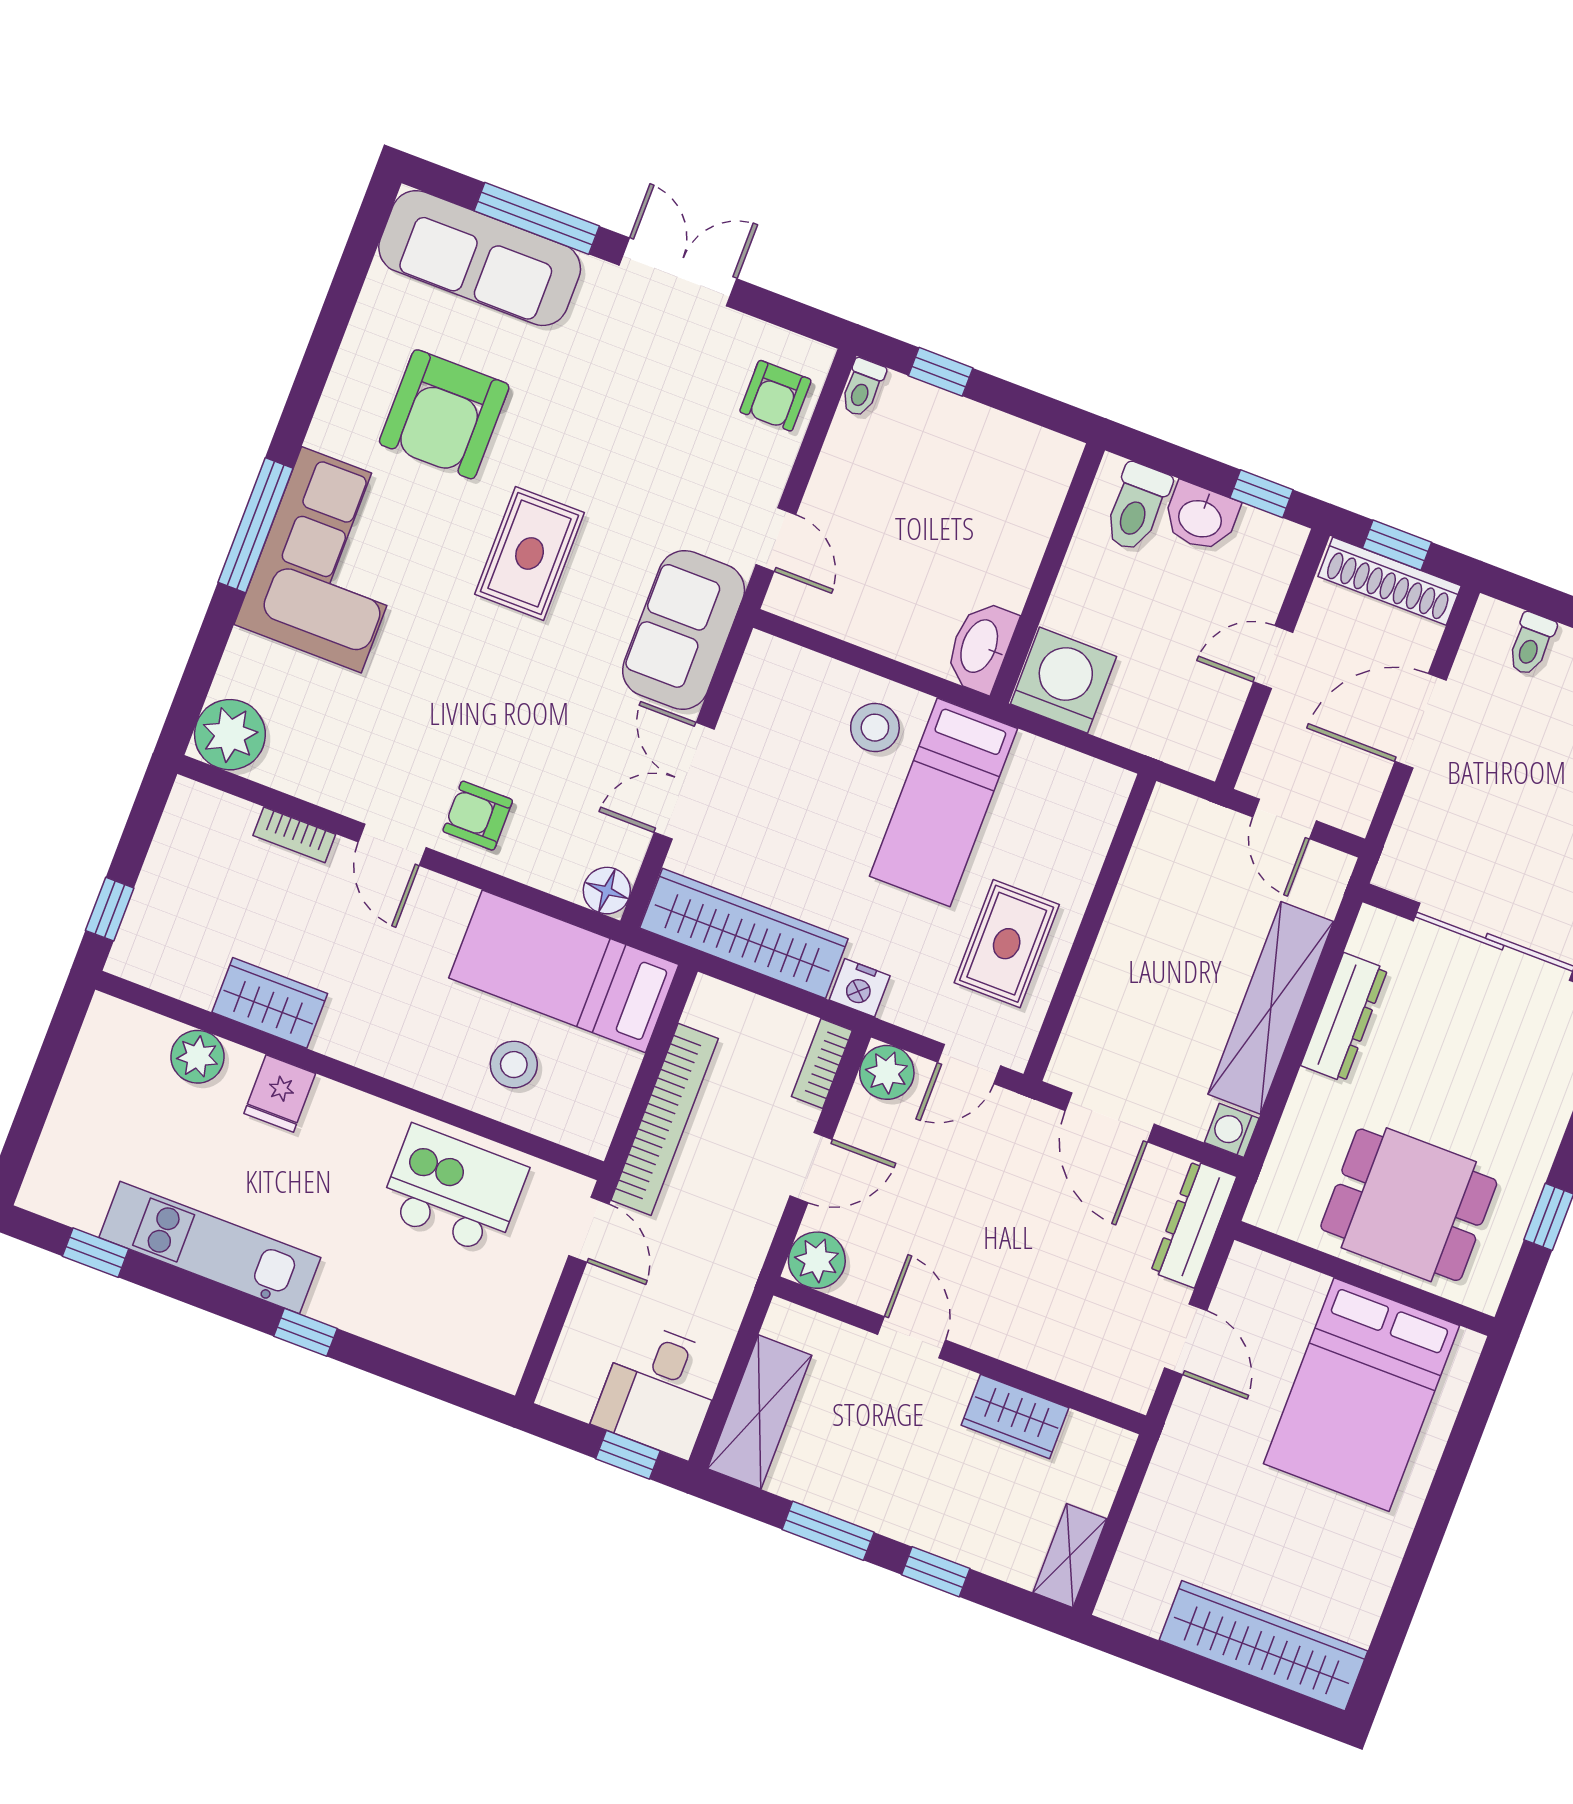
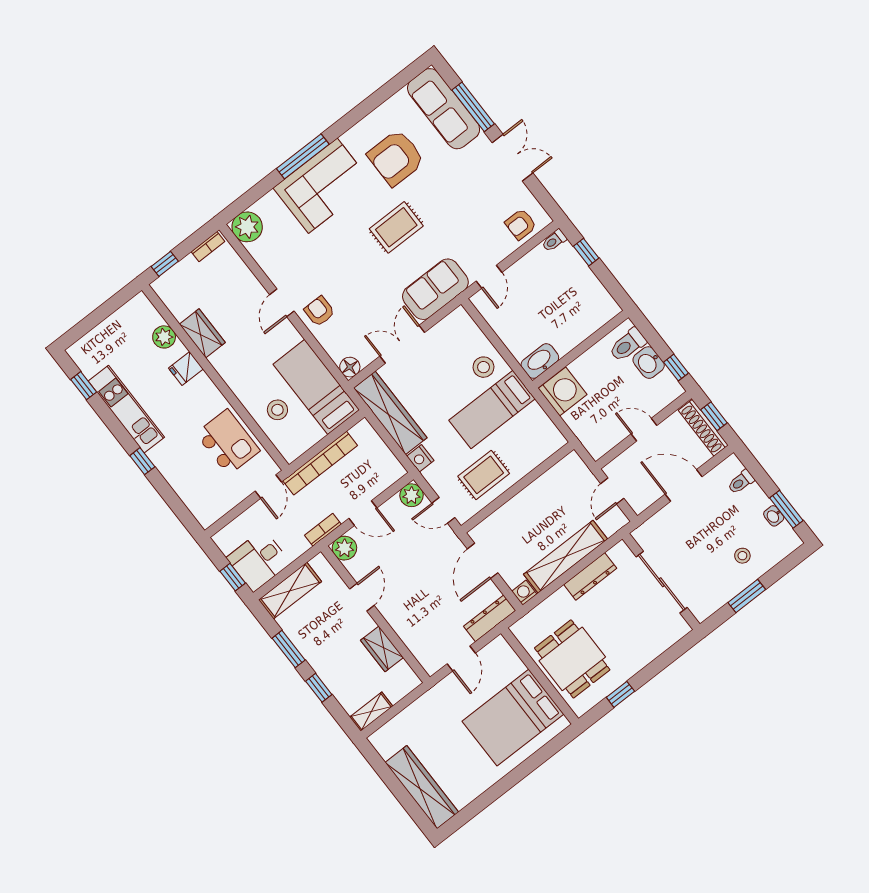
bookcase: (294, 835) -> (208, 247), moved, turned -90
bookcase: (822, 1063) -> (323, 530), moved

